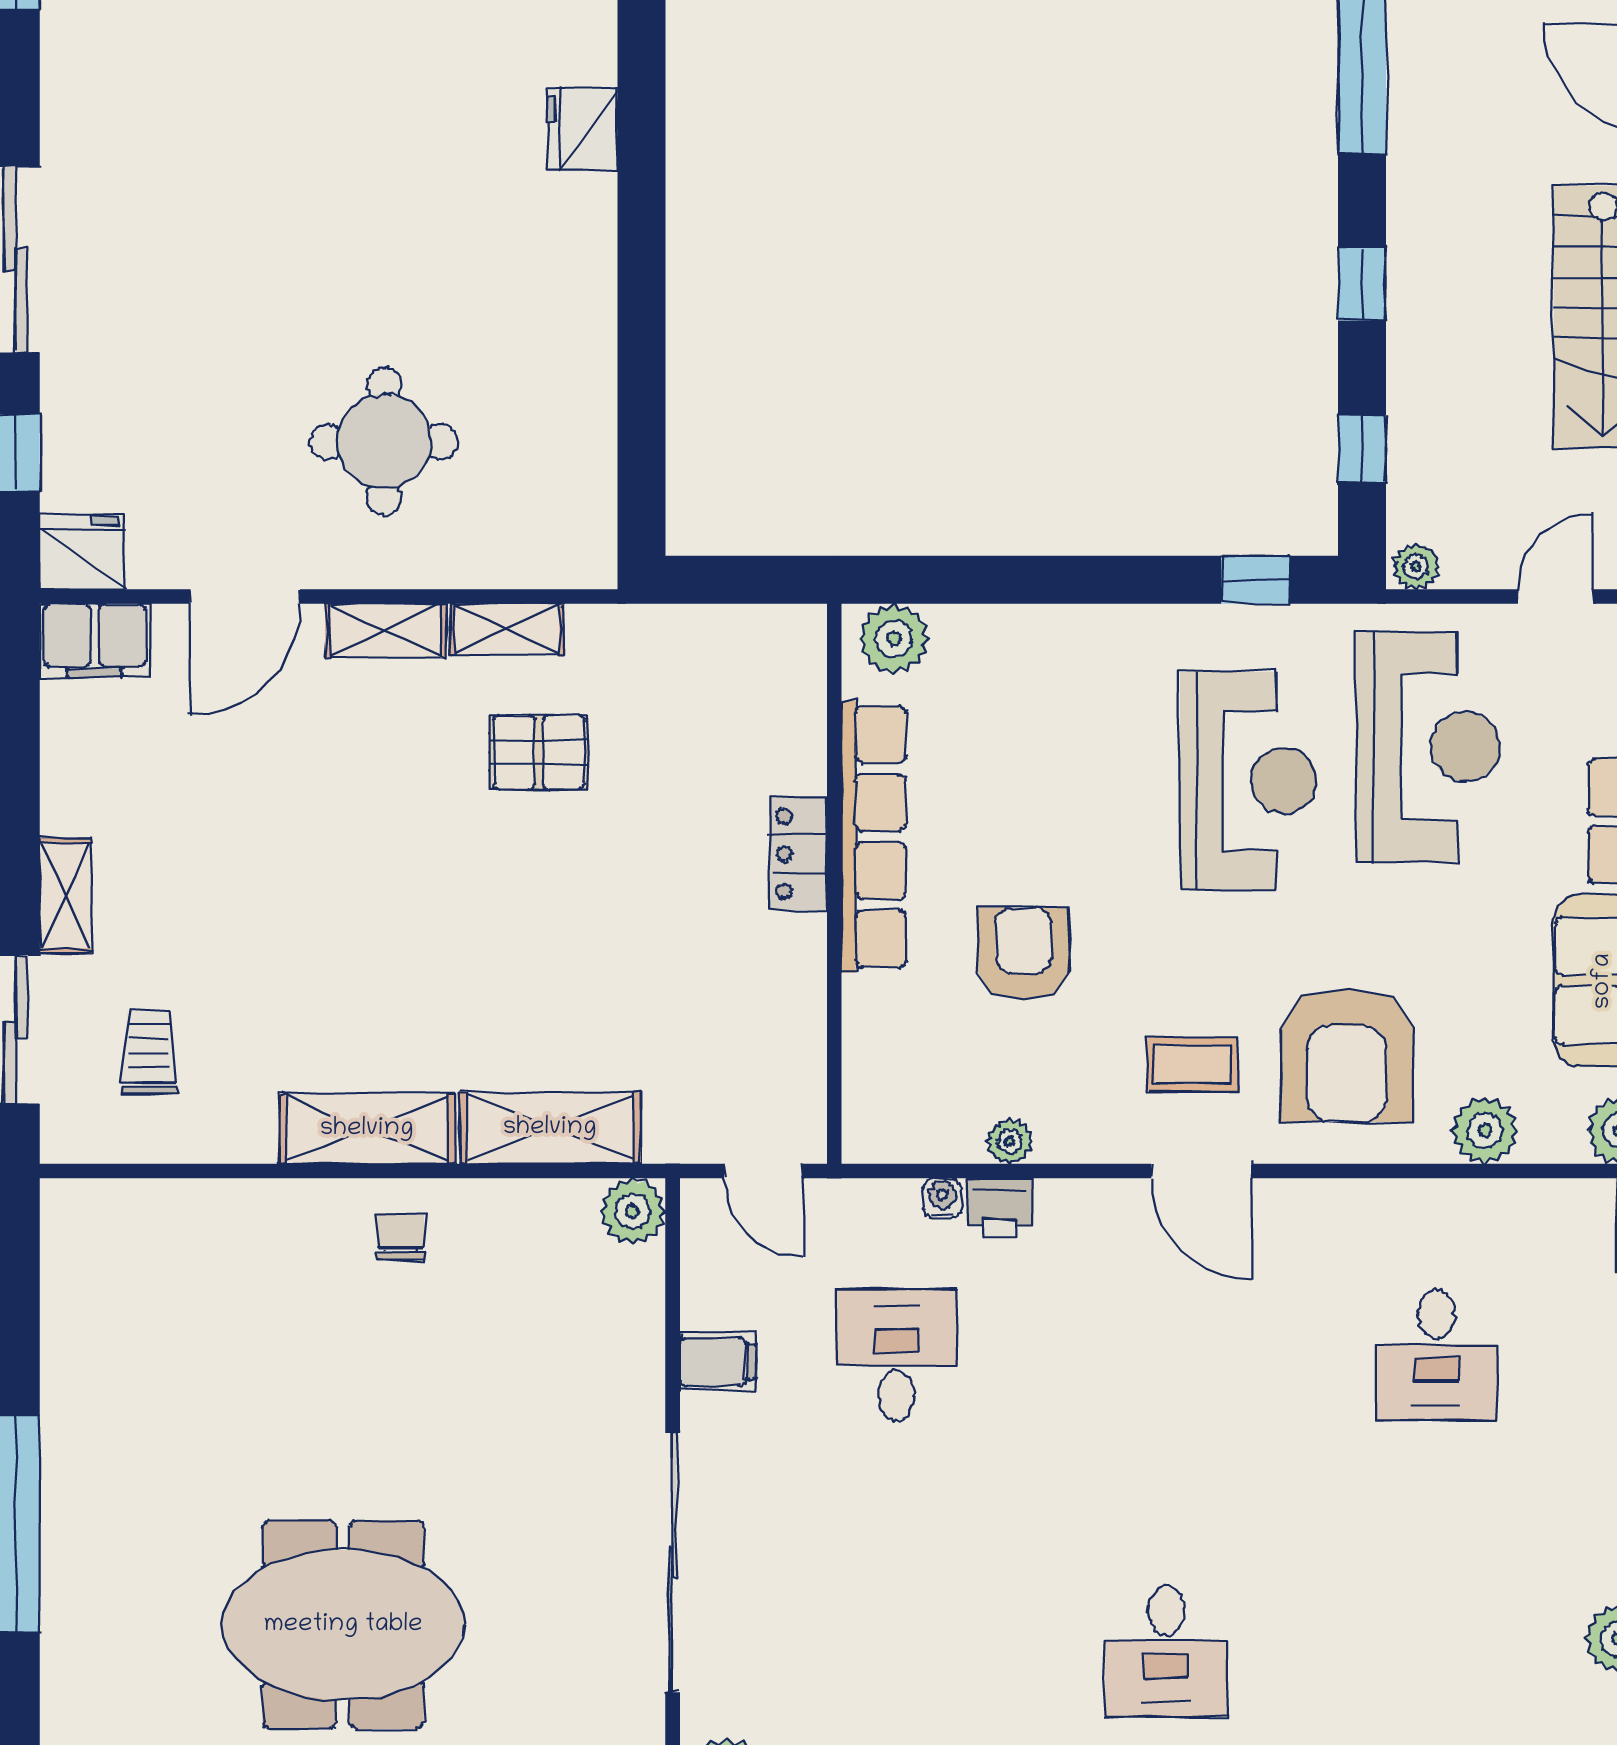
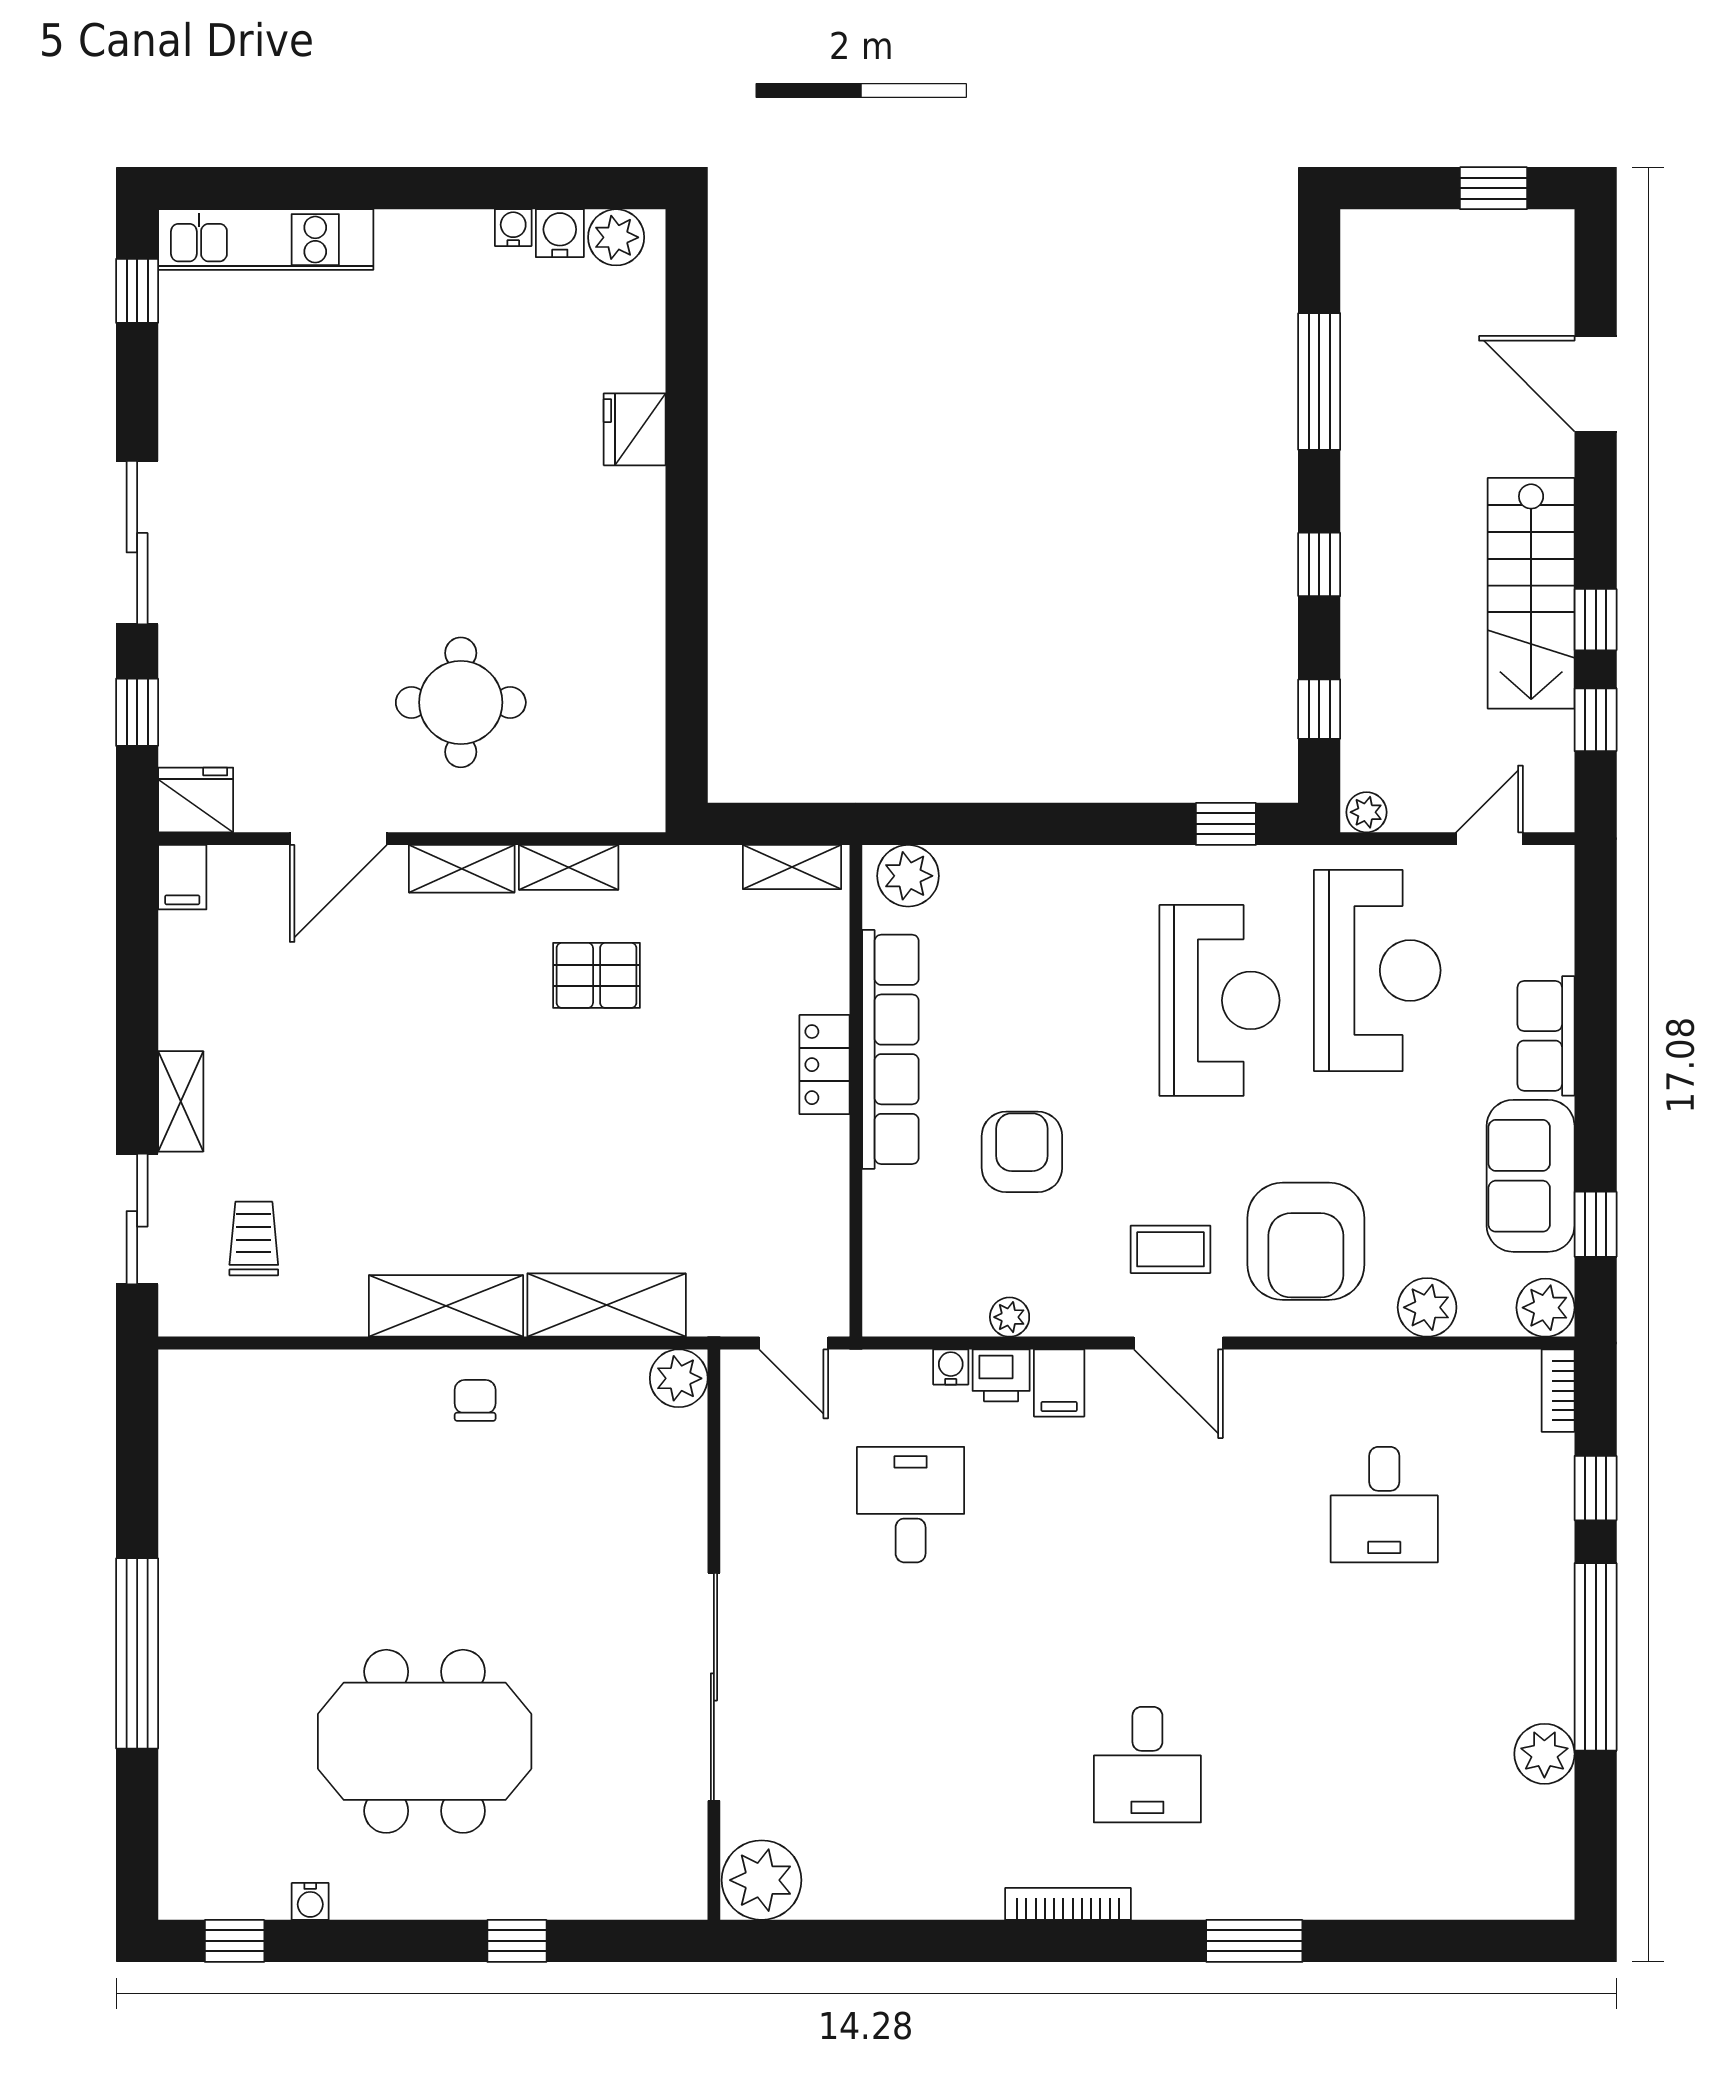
shelving: (762, 629) -> (792, 867), added
filing cabinet: (95, 640) -> (182, 877), width x0.50
filing cabinet: (718, 1362) -> (1059, 1383), moved, turned 90

